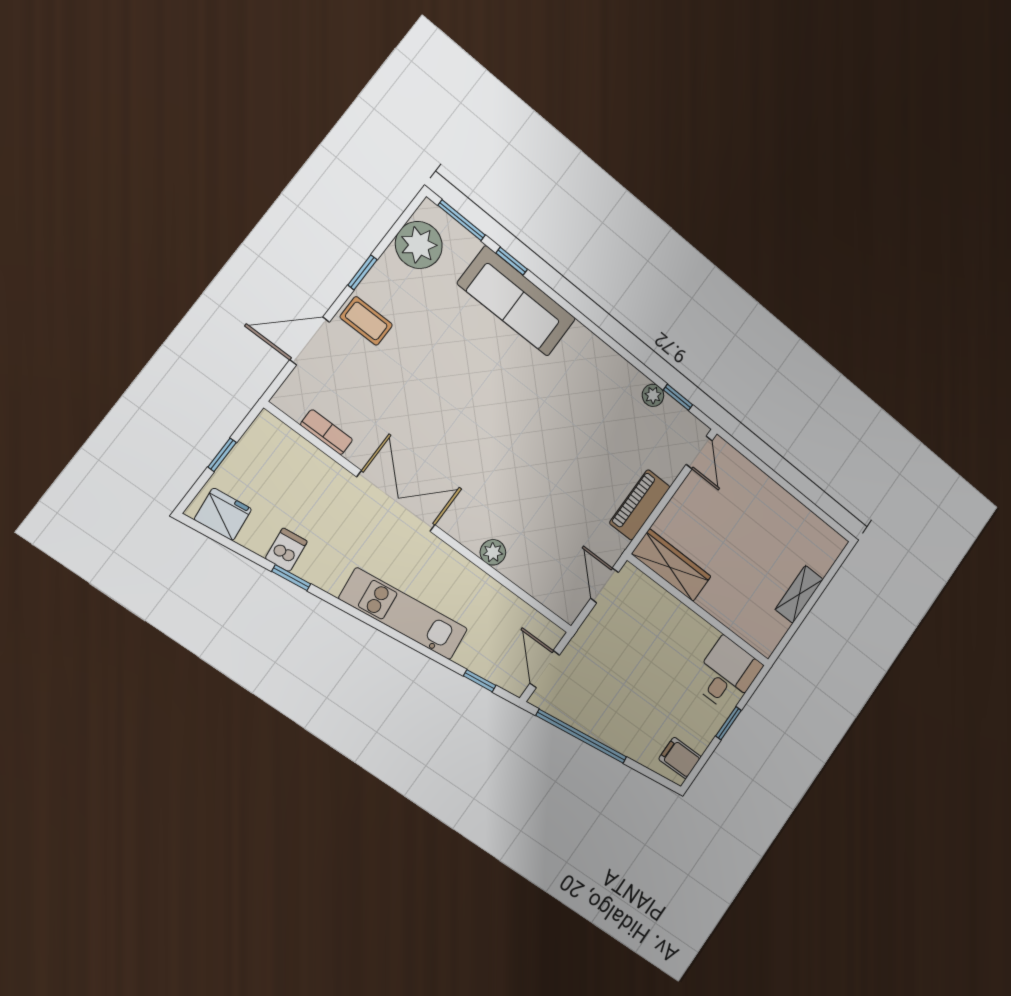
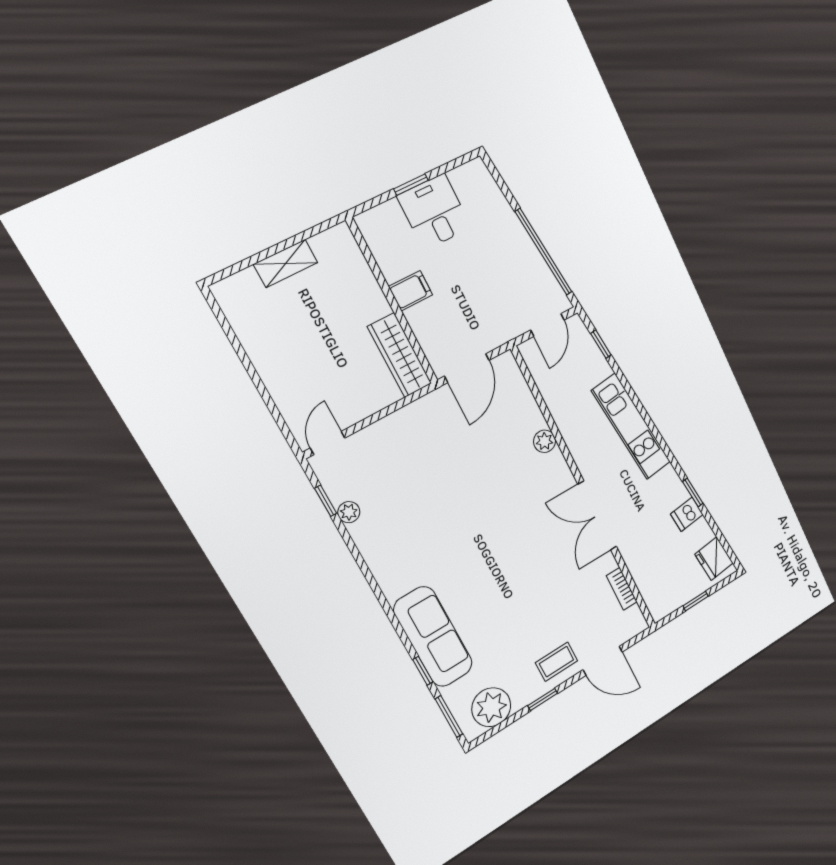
coffee table: (366, 321) -> (557, 662), turned 90
piano: (640, 505) -> (404, 422), removed
door: (604, 585) -> (467, 368), width x1.38
desk: (727, 674) -> (434, 212), moved, turned 90
filing cabinet: (680, 758) -> (411, 291), moved, turned -90

